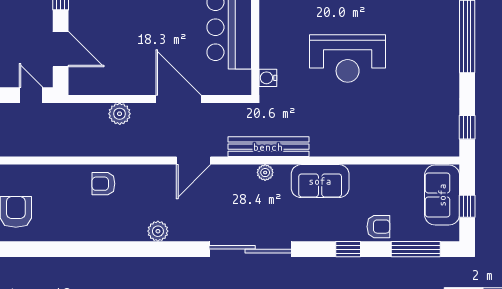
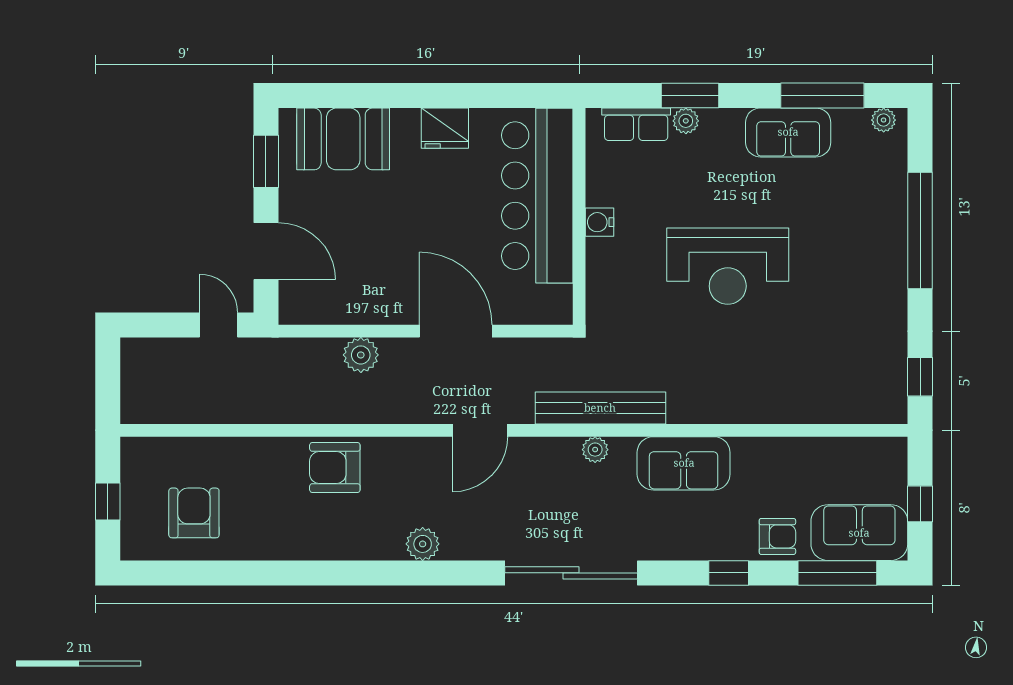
water cooler: (268, 78) -> (600, 222), moved
armchair: (103, 184) -> (335, 468), width x1.38, depth x1.38
sofa: (442, 195) -> (859, 533), moved, turned 90

